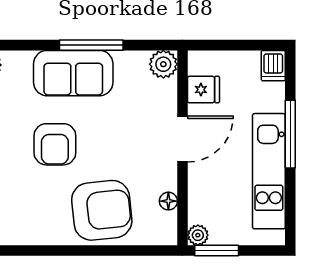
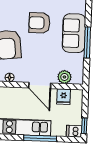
window: (262, 45) -> (84, 126), added
plant: (163, 64) -> (64, 77), moved

